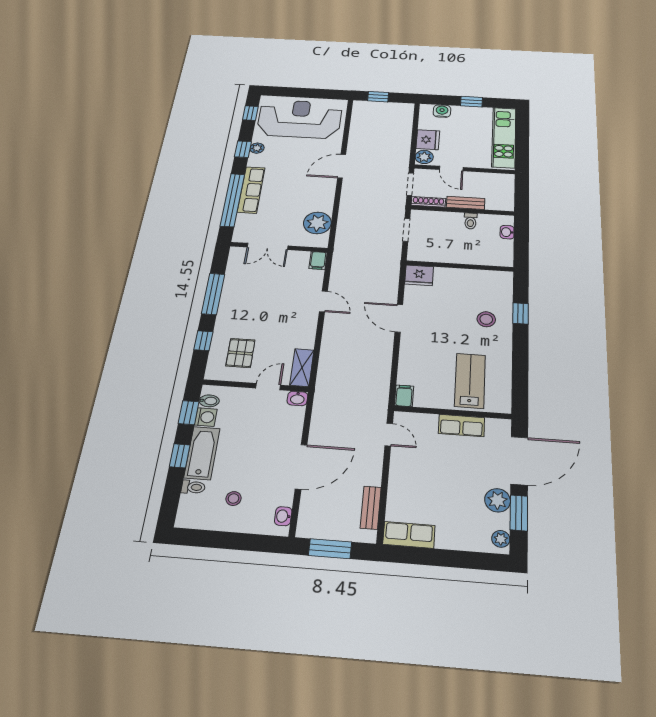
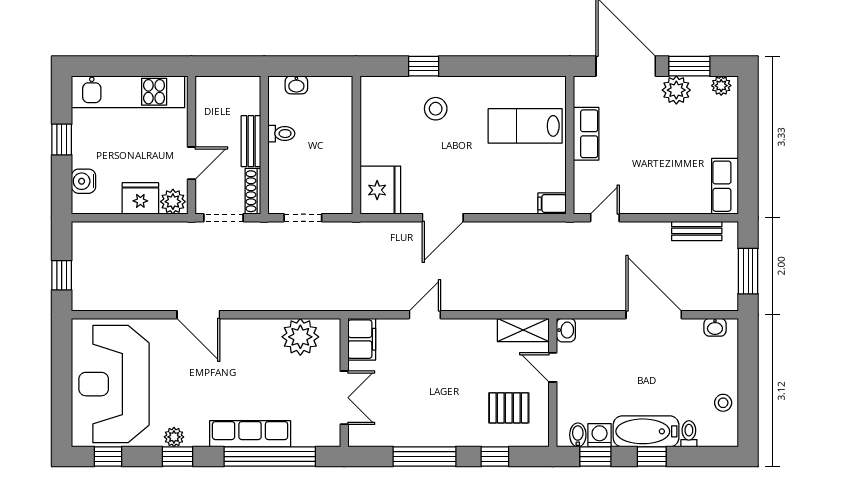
filing cabinet: (318, 261) -> (362, 339), width x2.00
fridge: (419, 275) -> (380, 190), width x1.36, depth x1.34
stool: (233, 499) -> (723, 403), moved

